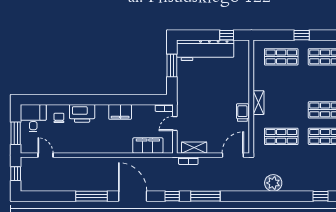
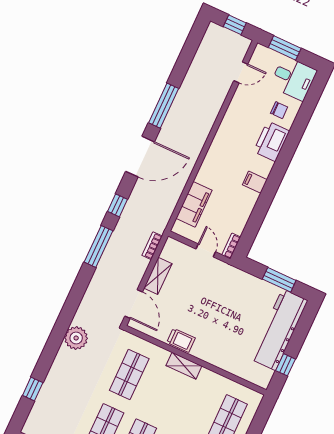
filing cabinet: (120, 112) -> (255, 182), width x0.50
shelving: (194, 148) -> (158, 276), moved

